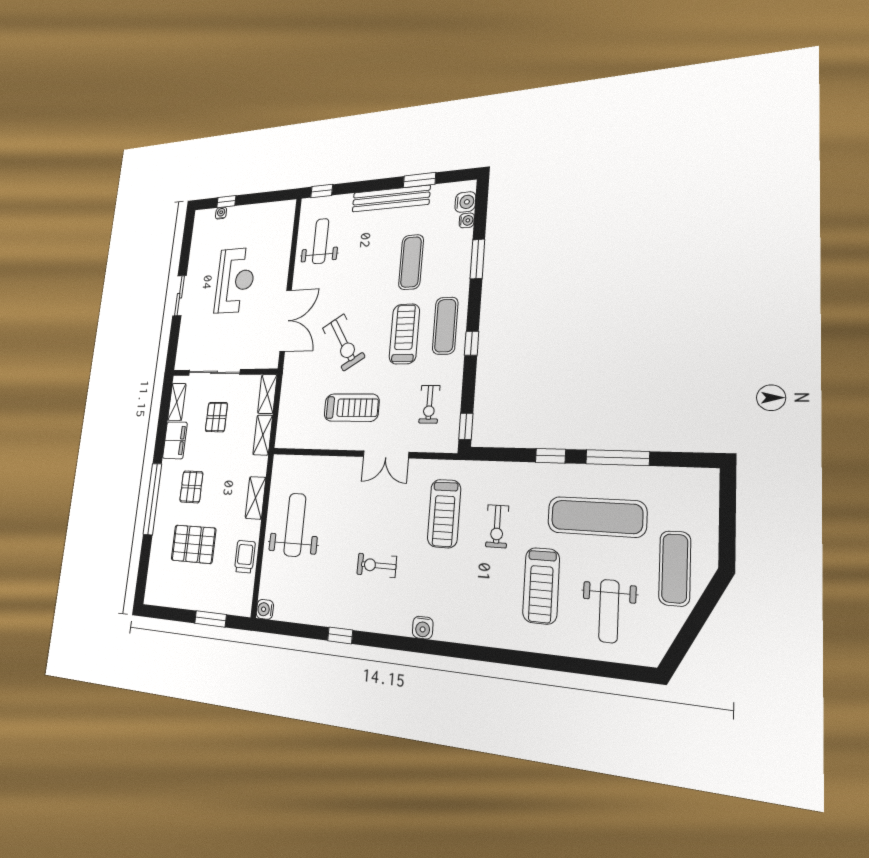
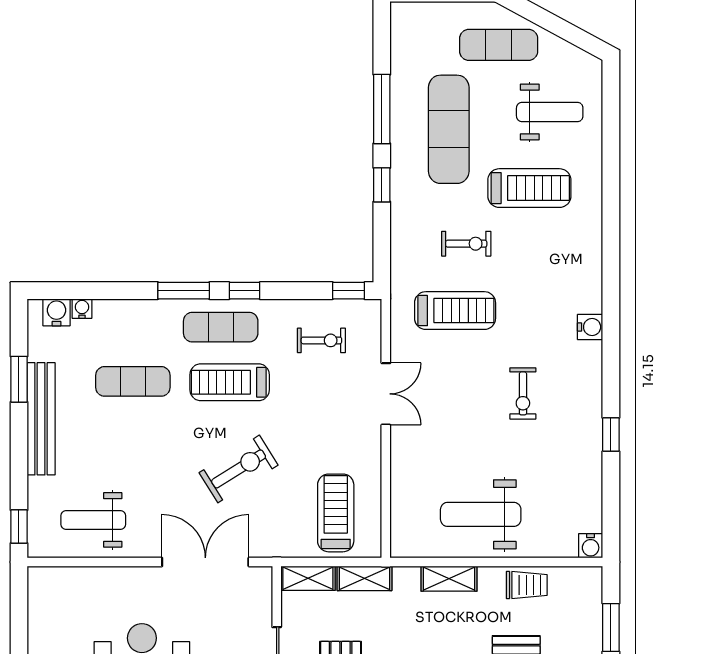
window: (477, 259) -> (184, 291), moved
treadmill: (352, 408) -> (336, 513), moved
trolley: (245, 557) -> (527, 585), turned 180

